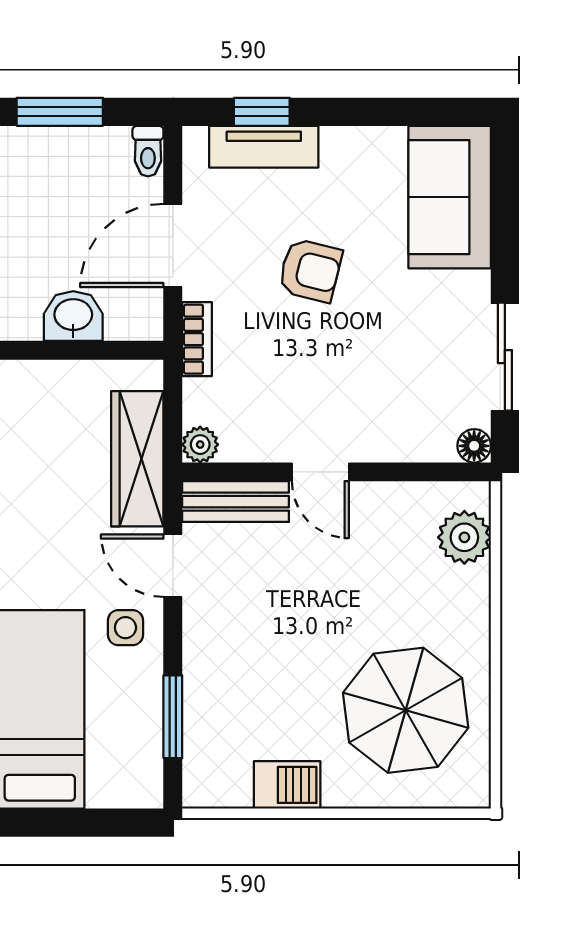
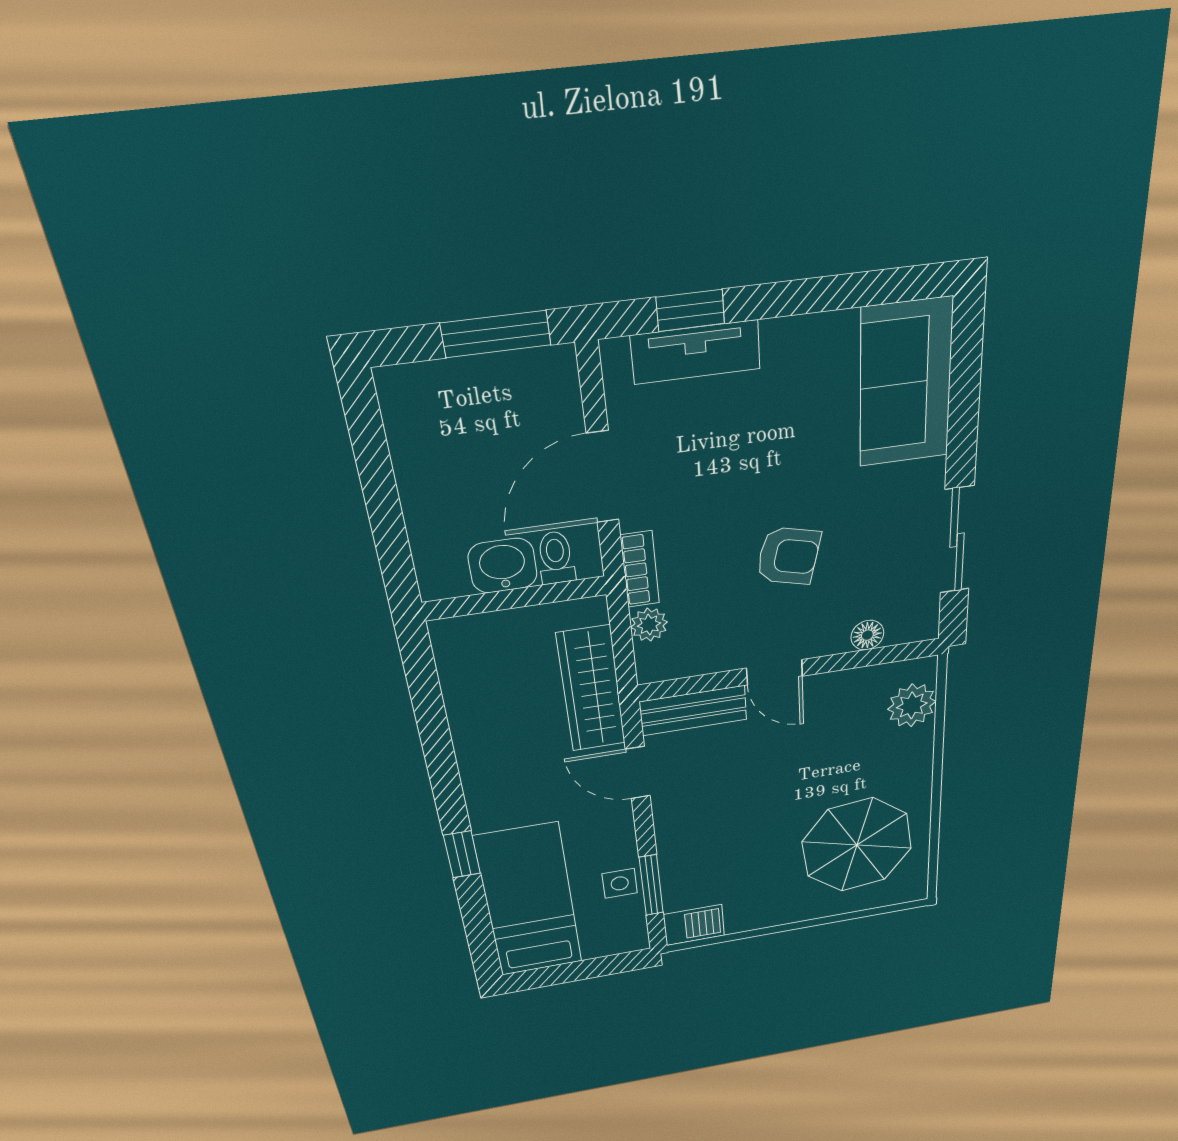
window: (60, 112) -> (496, 334), moved
toilet: (148, 151) -> (556, 558), moved, turned 180
armchair: (310, 270) -> (788, 556), moved
plant: (200, 445) -> (649, 625), moved
floor lamp: (474, 446) -> (867, 635), moved
side table: (125, 628) -> (620, 883), moved
barbecue: (287, 785) -> (694, 925), moved

